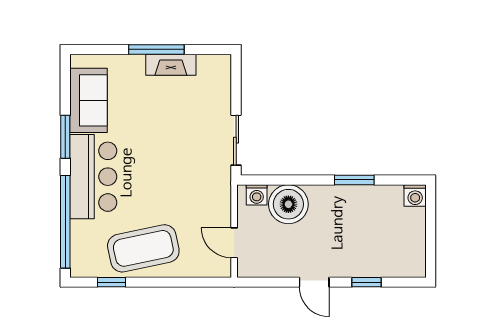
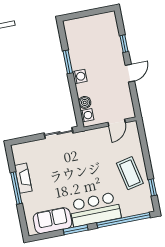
washing machine: (415, 195) -> (80, 76), moved
boiler: (288, 204) -> (85, 102), width x0.54, depth x0.54
coffee table: (143, 248) -> (130, 173), width x0.73, depth x0.76

